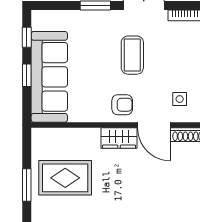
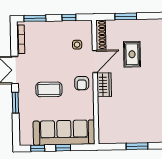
coffee table: (132, 55) -> (49, 89), moved
armchair: (122, 105) -> (82, 83), turned 180
rug: (65, 178) -> (132, 54), moved, width x0.73, depth x0.70

